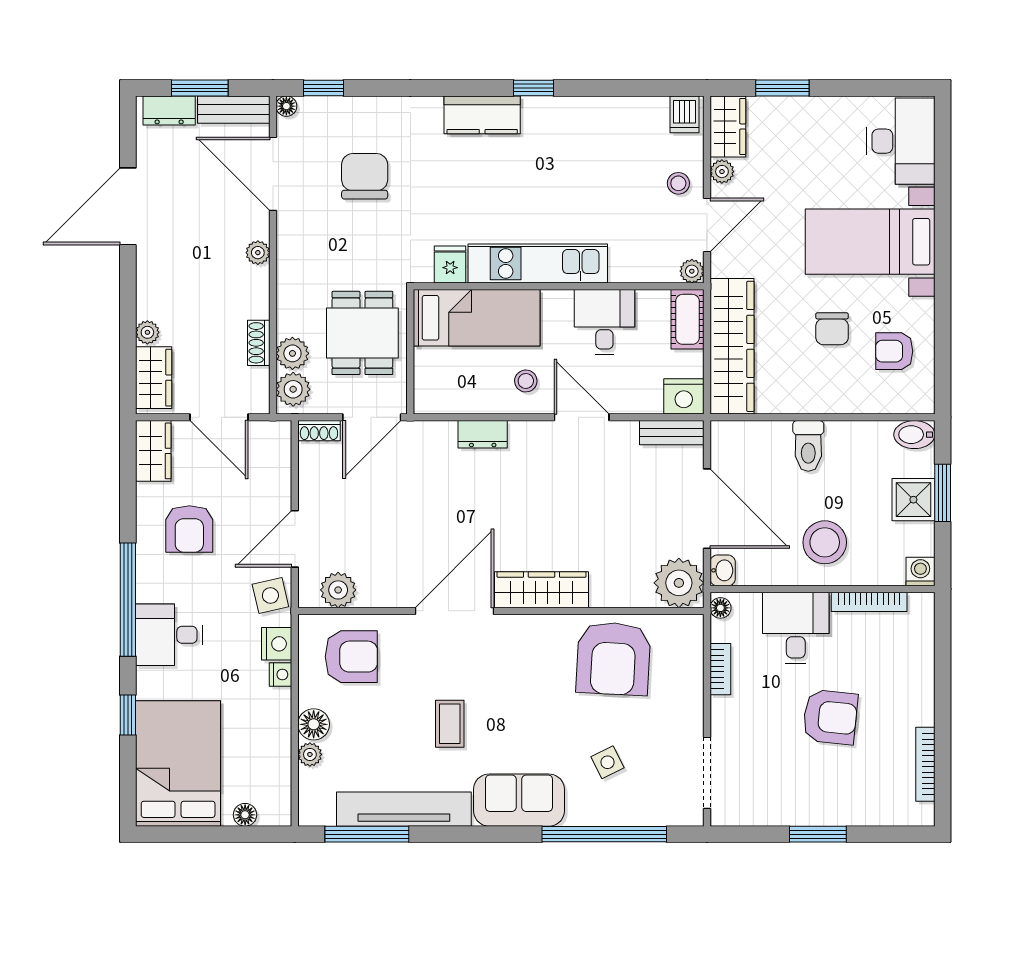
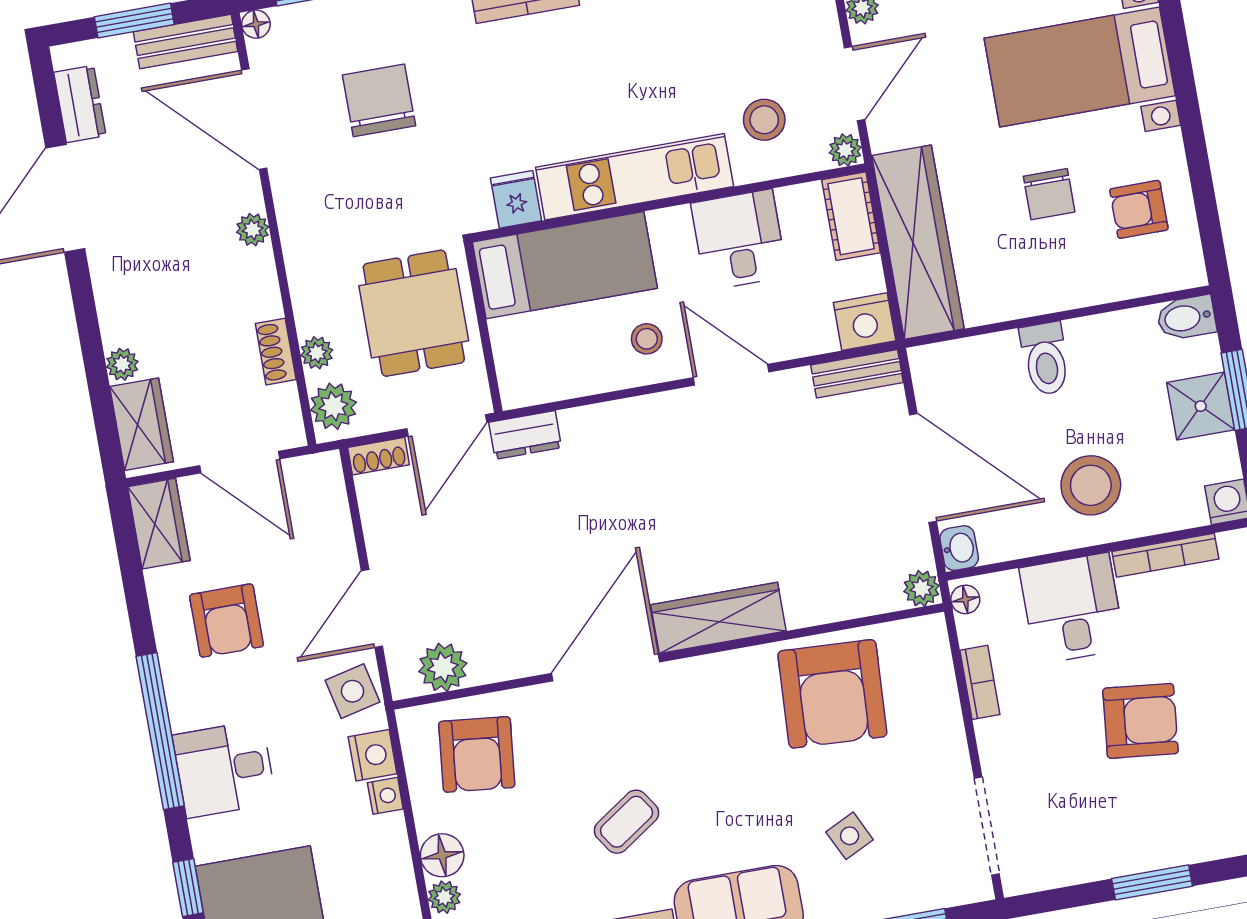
dresser: (169, 111) -> (80, 104), moved, turned -90
stool: (678, 183) -> (764, 120), moved, width x1.37, depth x1.37
plant: (292, 353) -> (317, 353), width x0.73, depth x0.73
dresser: (483, 434) -> (525, 435), moved
plant: (679, 583) -> (922, 588), width x0.53, depth x0.53
armchair: (351, 657) -> (477, 754), turned 96
coffee table: (450, 724) -> (626, 822), turned 56

